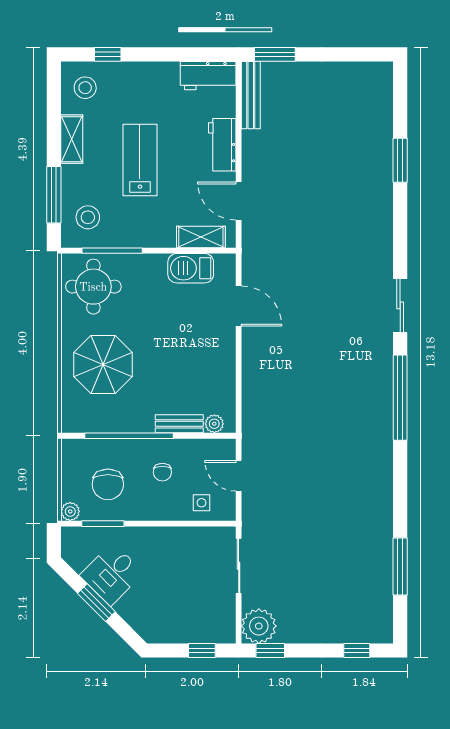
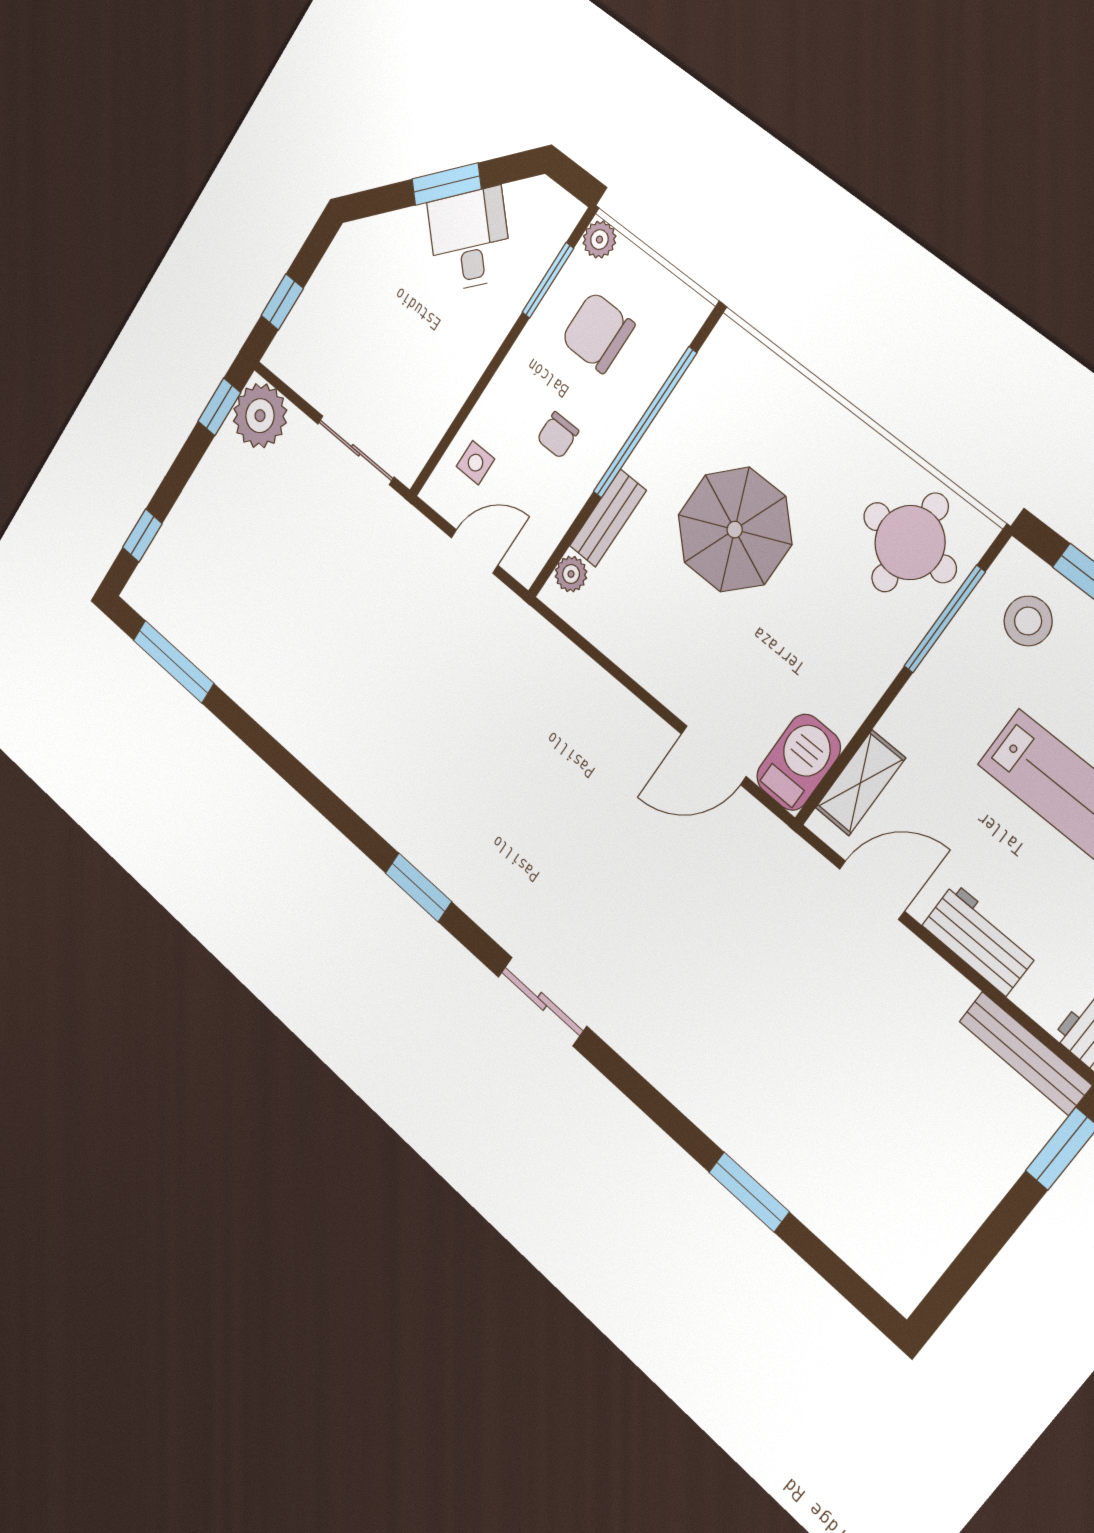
barbecue: (191, 268) -> (799, 762), moved
parasol: (103, 365) -> (735, 530), moved
window: (400, 398) -> (418, 887), width x0.47
chair: (162, 472) -> (558, 435), turned -90
window: (400, 566) -> (173, 662), moved

